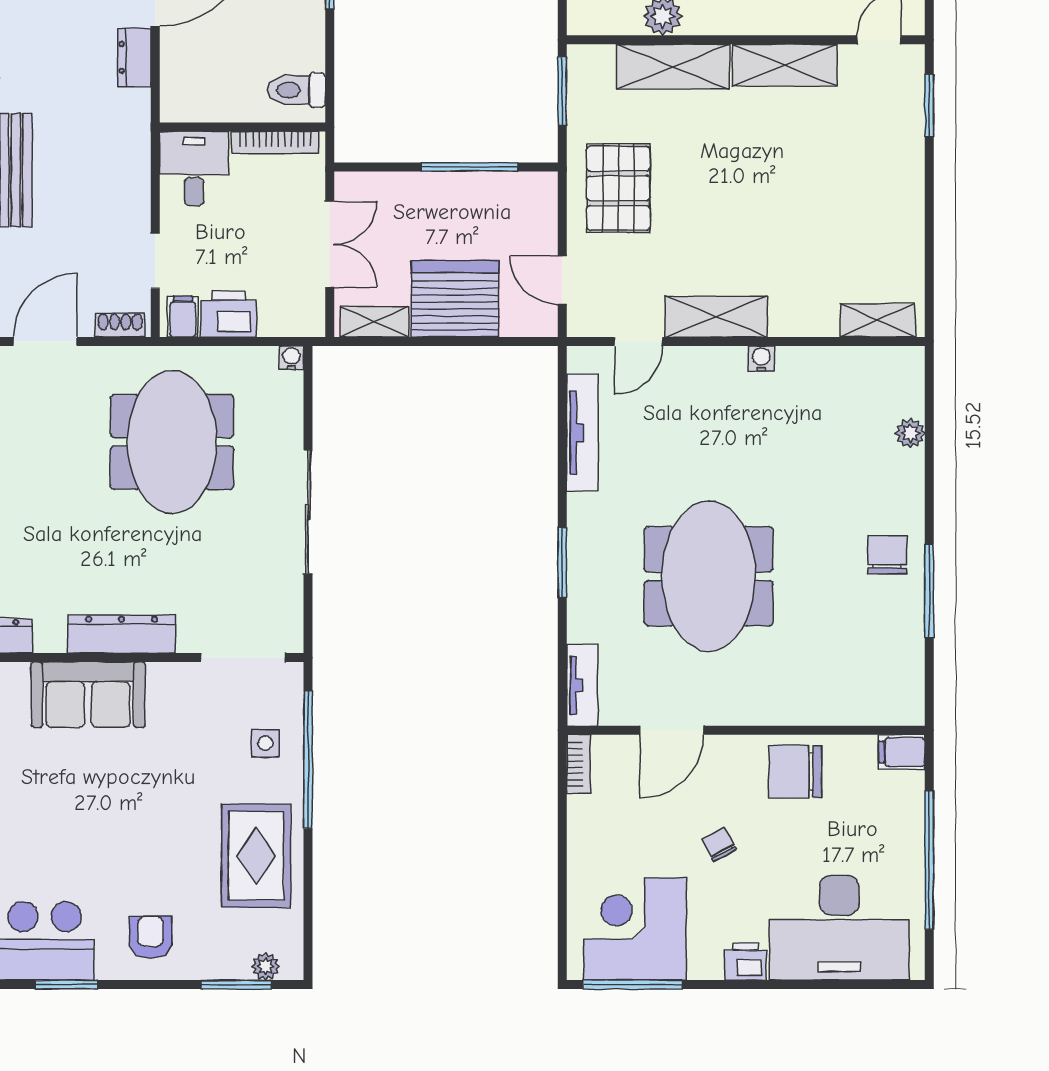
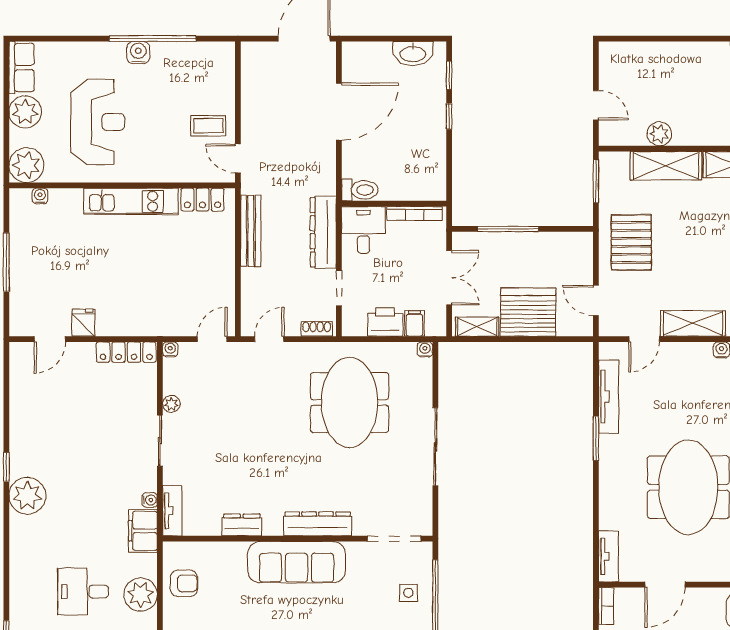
dresser: (135, 57) -> (323, 232), moved, width x1.96, depth x1.24
toilet: (297, 90) -> (360, 190), moved, turned 180
window: (470, 167) -> (508, 229), moved
filing cabinet: (183, 317) -> (414, 323), moved
door: (45, 341) -> (269, 339), width x0.73
window: (562, 563) -> (596, 438), moved
sofa: (88, 695) -> (296, 562), width x1.36

